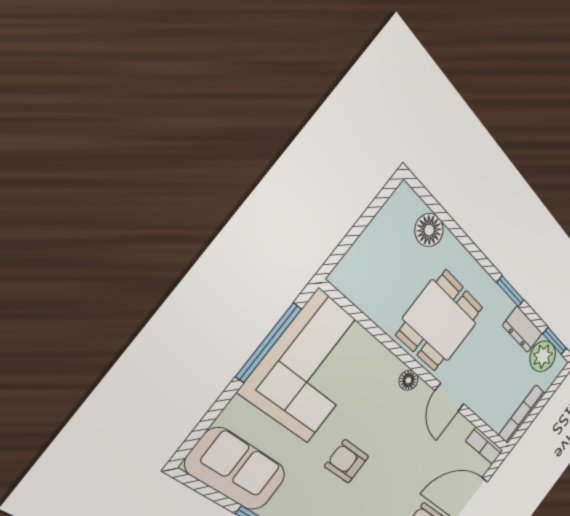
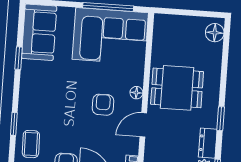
floor lamp: (429, 230) -> (215, 33), moved
armchair: (347, 461) -> (103, 105), moved

